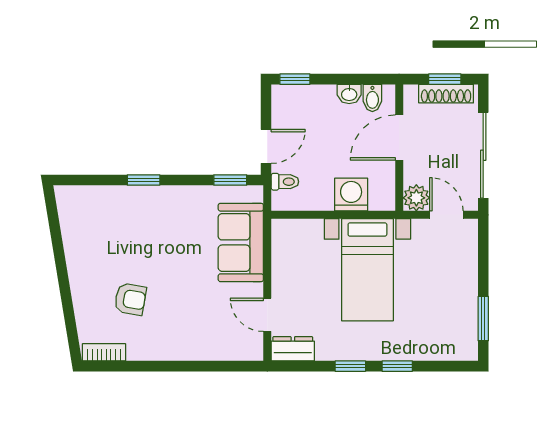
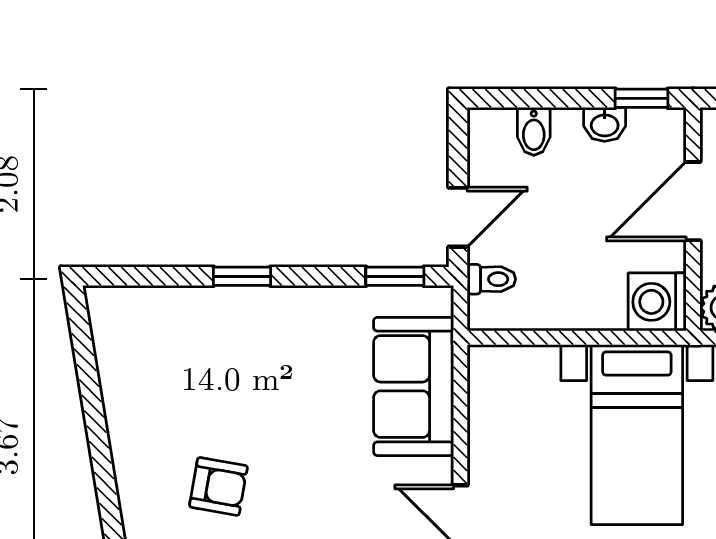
window: (295, 79) -> (641, 98), moved
bidet: (372, 98) -> (534, 131), moved
washing machine: (351, 195) -> (657, 302), moved, turned -90

